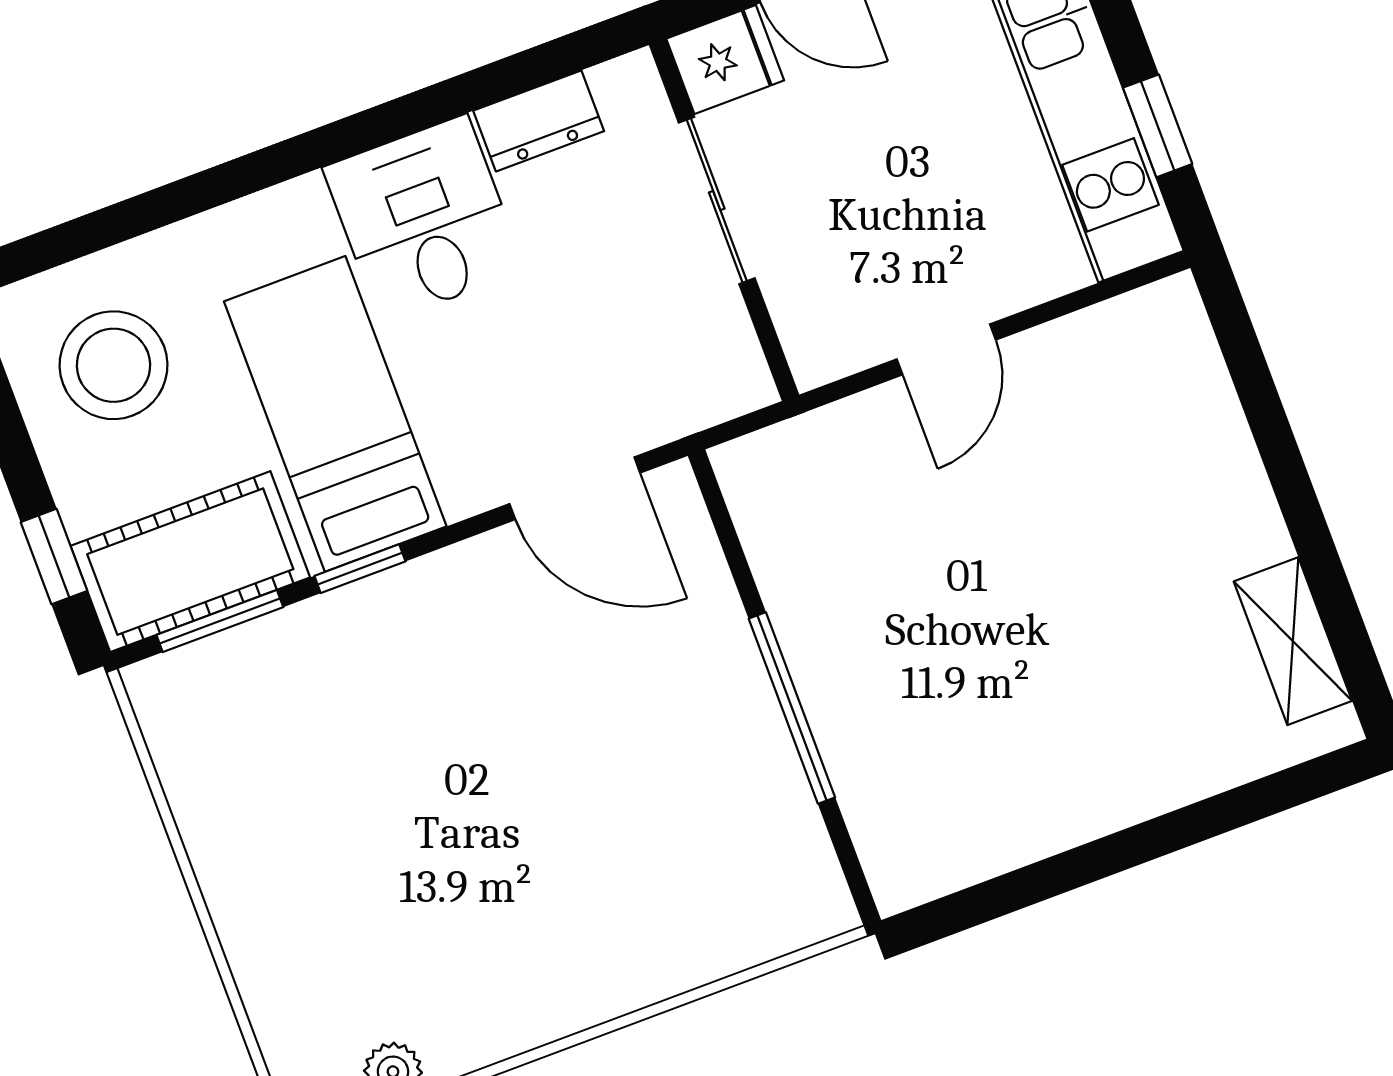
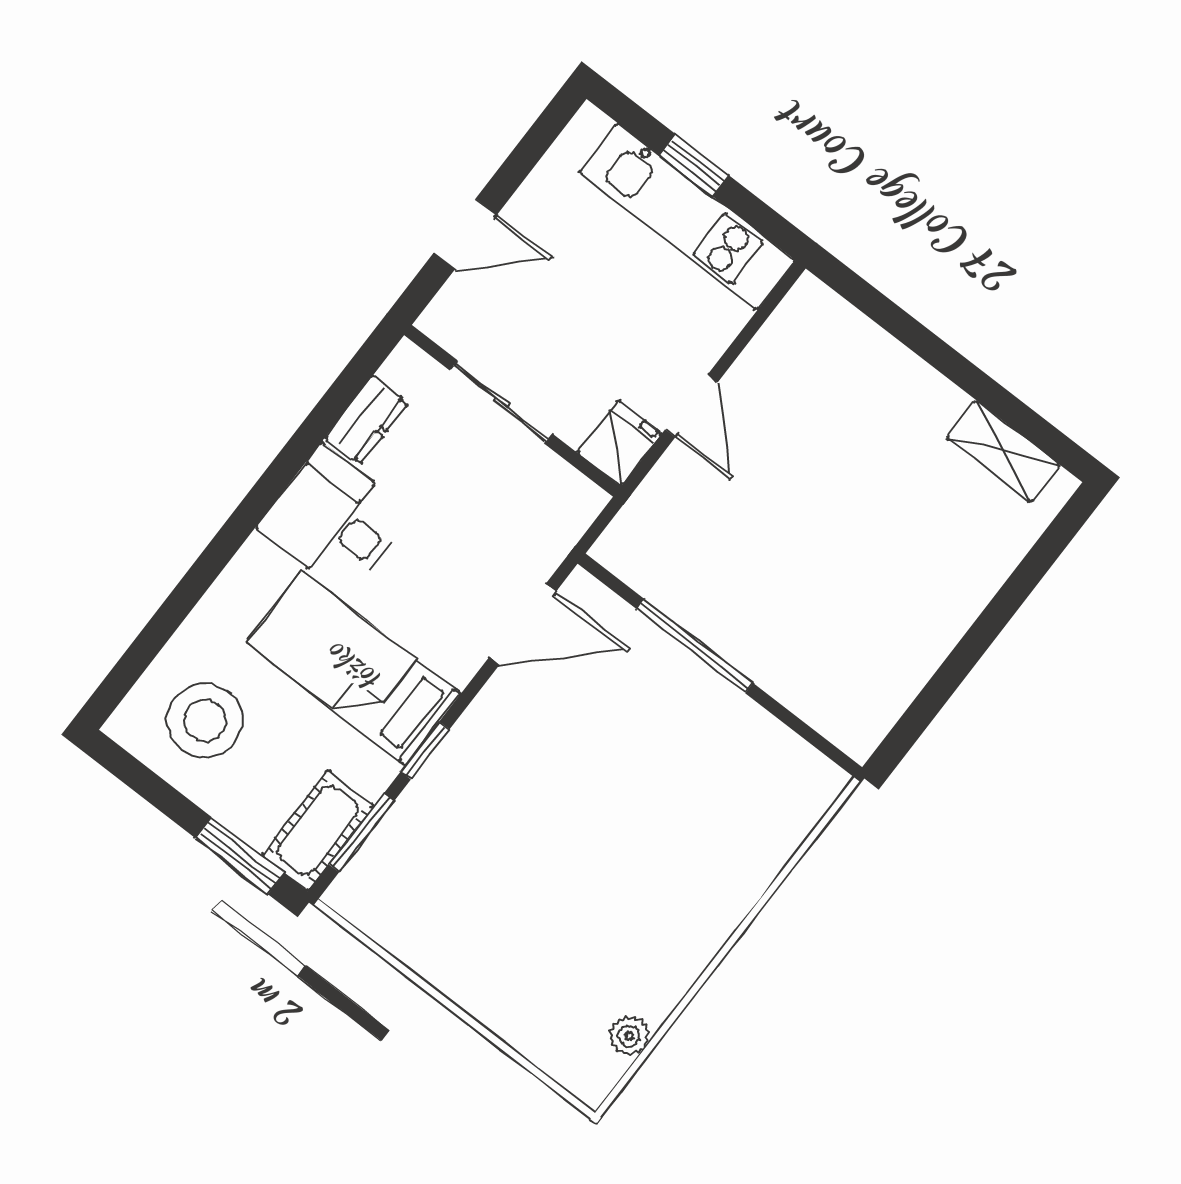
fridge: (725, 60) -> (619, 443), moved
window: (1158, 126) -> (694, 165), moved
window: (54, 557) -> (240, 856), width x1.50
cot: (190, 562) -> (318, 831), width x0.73, depth x0.75
window: (792, 708) -> (695, 646), moved

